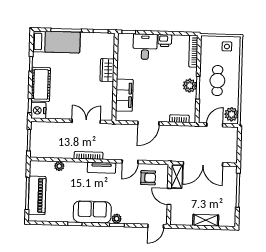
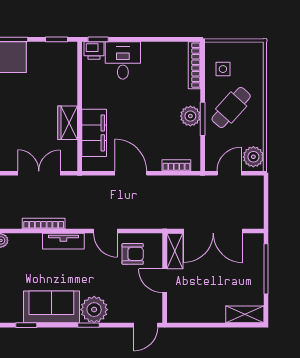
printer: (165, 41) -> (94, 50), moved
side table: (227, 46) -> (223, 69), moved
wardrobe: (107, 70) -> (68, 123), moved
cafe table: (217, 81) -> (231, 107), turned 42
door: (148, 123) -> (131, 173), swing flipped
door: (130, 162) -> (105, 231), hinge flipped
plant: (117, 219) -> (94, 310), width x1.87, depth x1.87
shelving: (206, 220) -> (245, 314), moved

